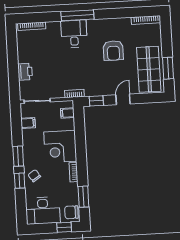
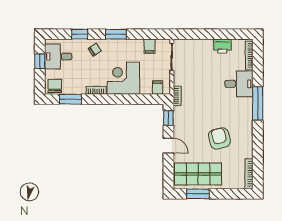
desk: (74, 34) -> (239, 84), moved
armchair: (113, 51) -> (219, 138), turned 76
printer: (25, 72) -> (222, 46), moved
window: (20, 181) -> (80, 34), moved
desk: (43, 211) -> (58, 57), width x0.73
window: (64, 227) -> (40, 61), moved

